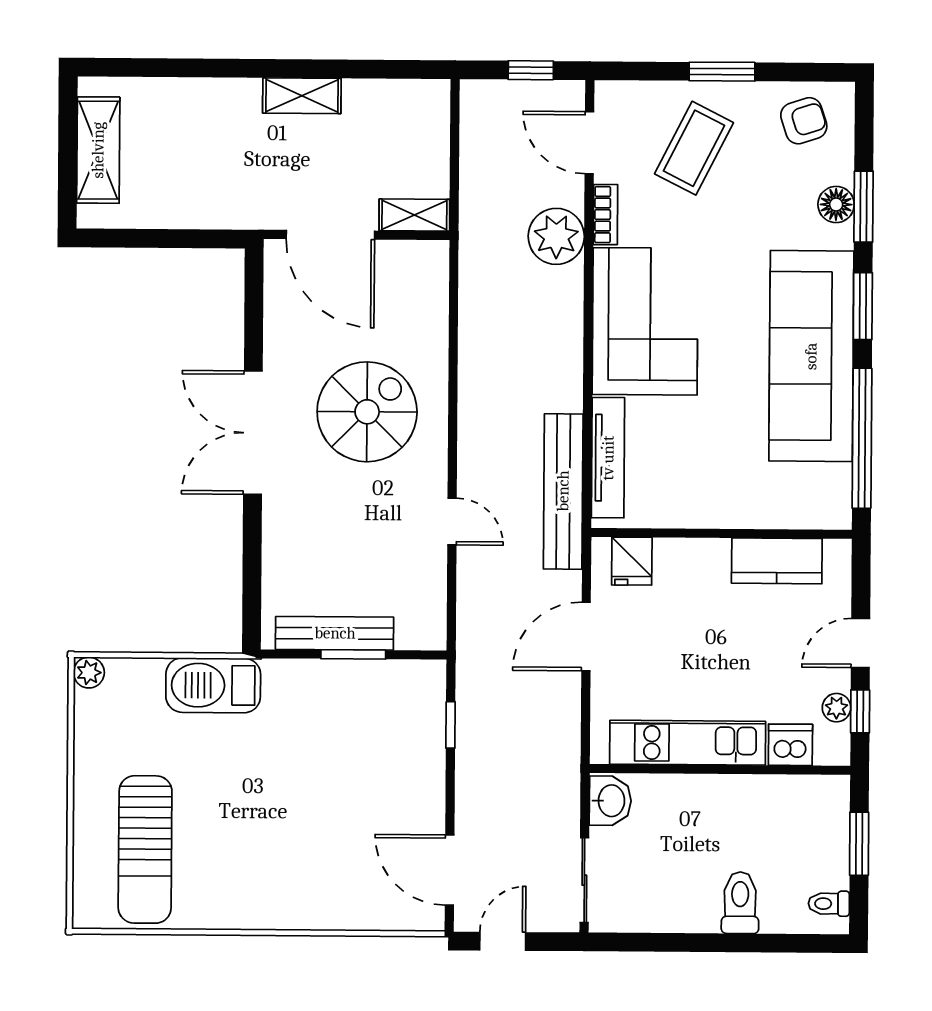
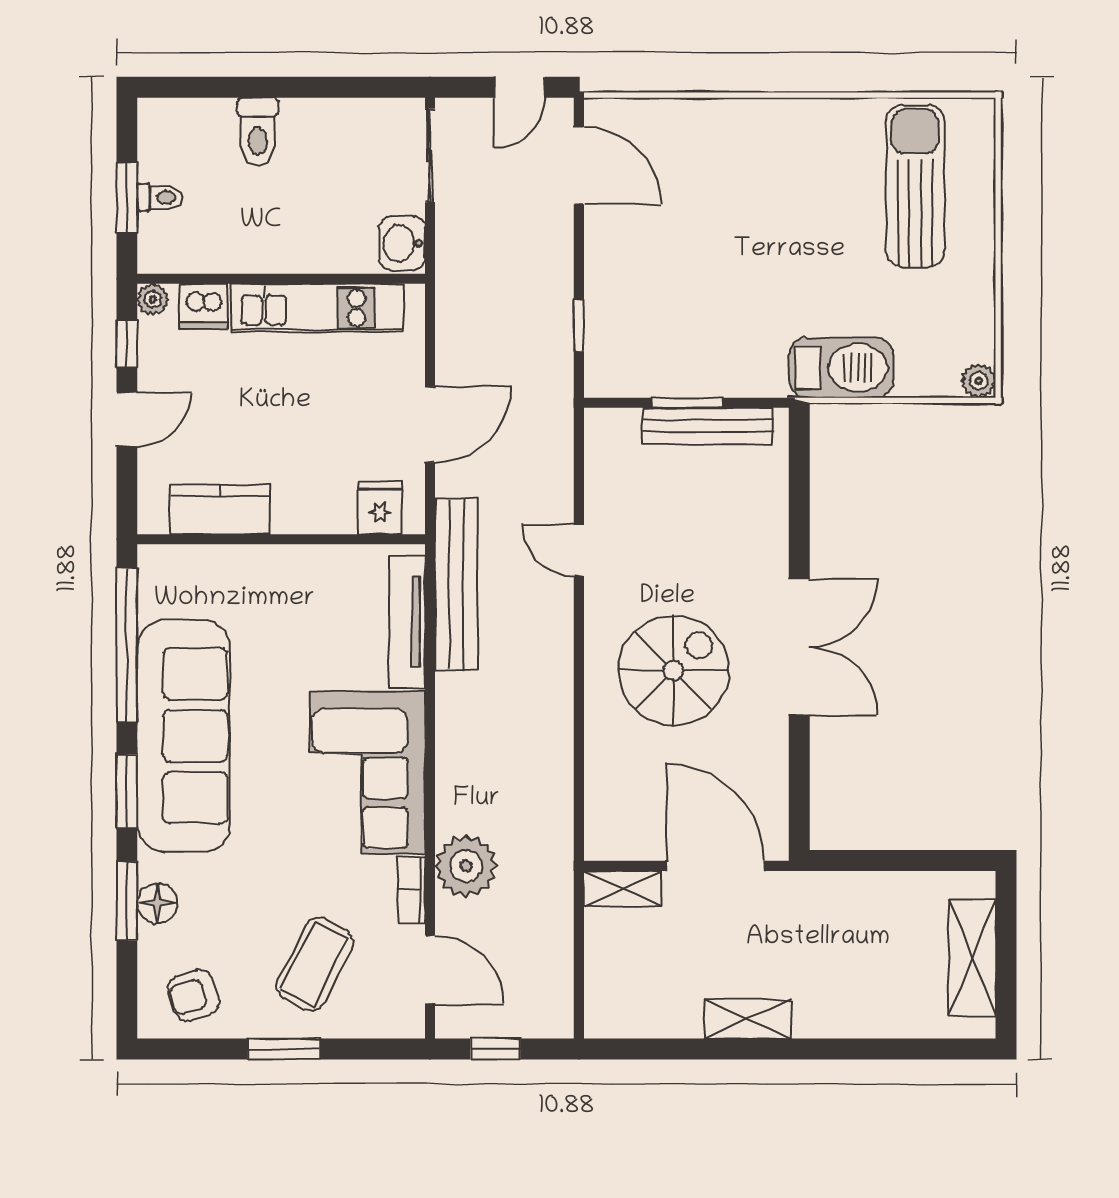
spiral stairs: (367, 412) -> (673, 671), turned 180
plant: (836, 708) -> (153, 299), moved
toilet: (829, 904) -> (160, 197), moved

